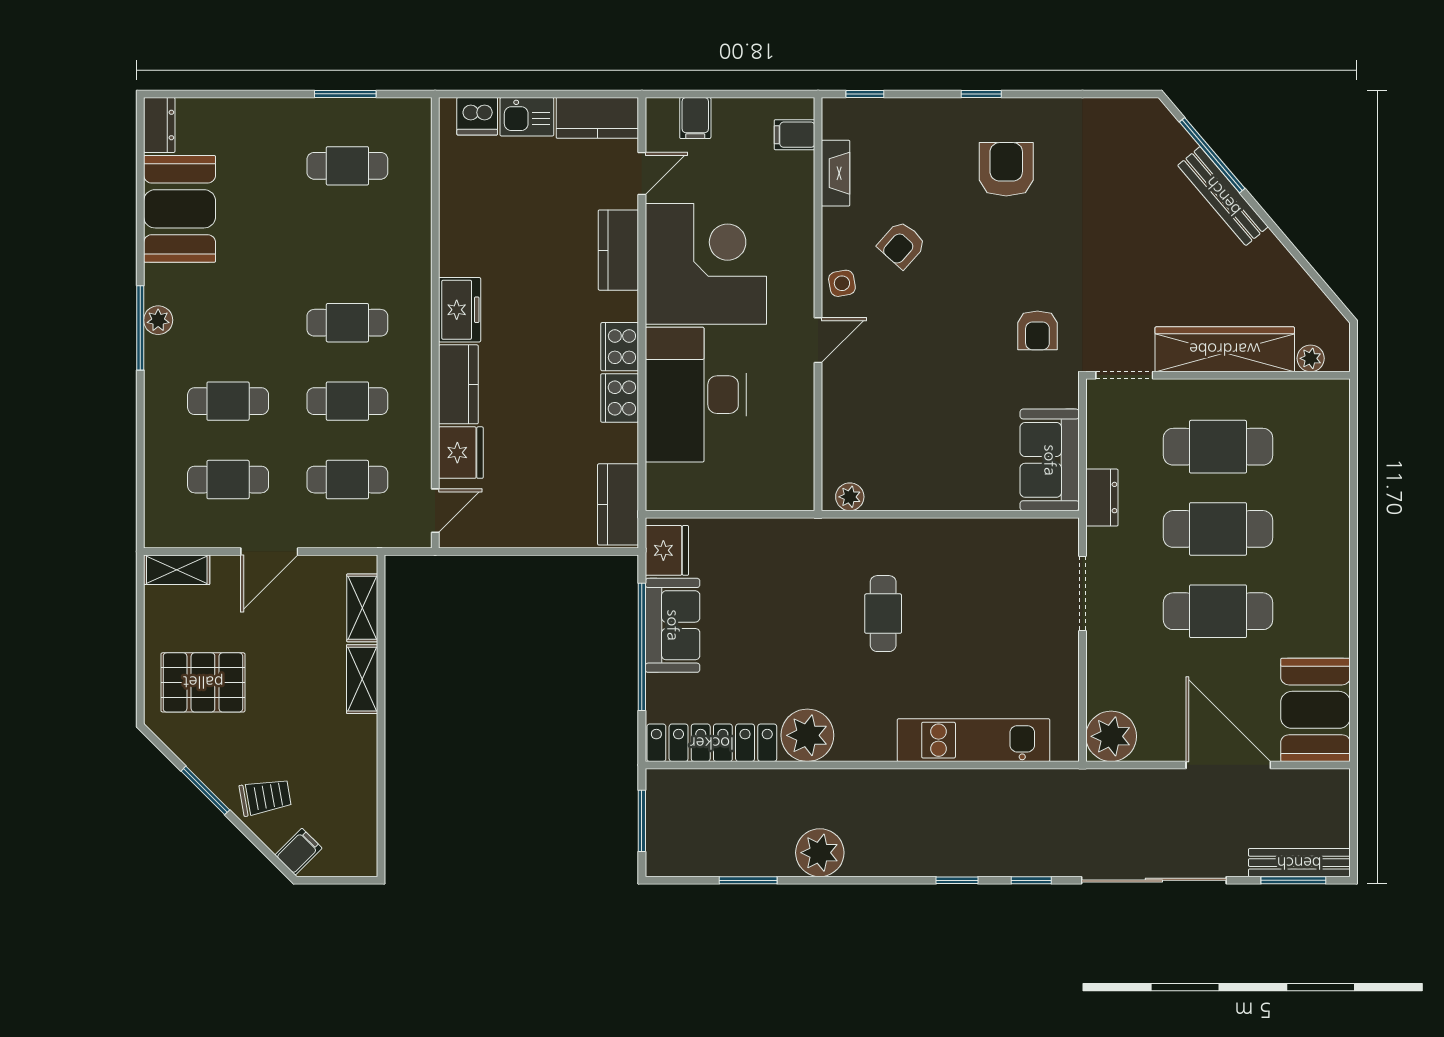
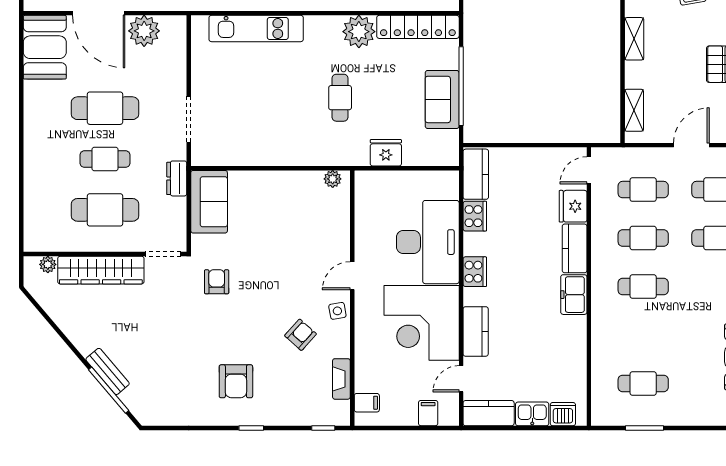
bench: (1223, 196) -> (108, 371), width x0.73
cooker: (620, 398) -> (475, 216), moved
cafe table: (1218, 529) -> (105, 159), width x0.73, depth x0.74
fridge: (667, 550) -> (386, 153), moved, turned 90
cafe table: (883, 614) -> (340, 98), moved
shelving: (362, 679) -> (634, 39), moved
plant: (1111, 736) -> (144, 31), moved

